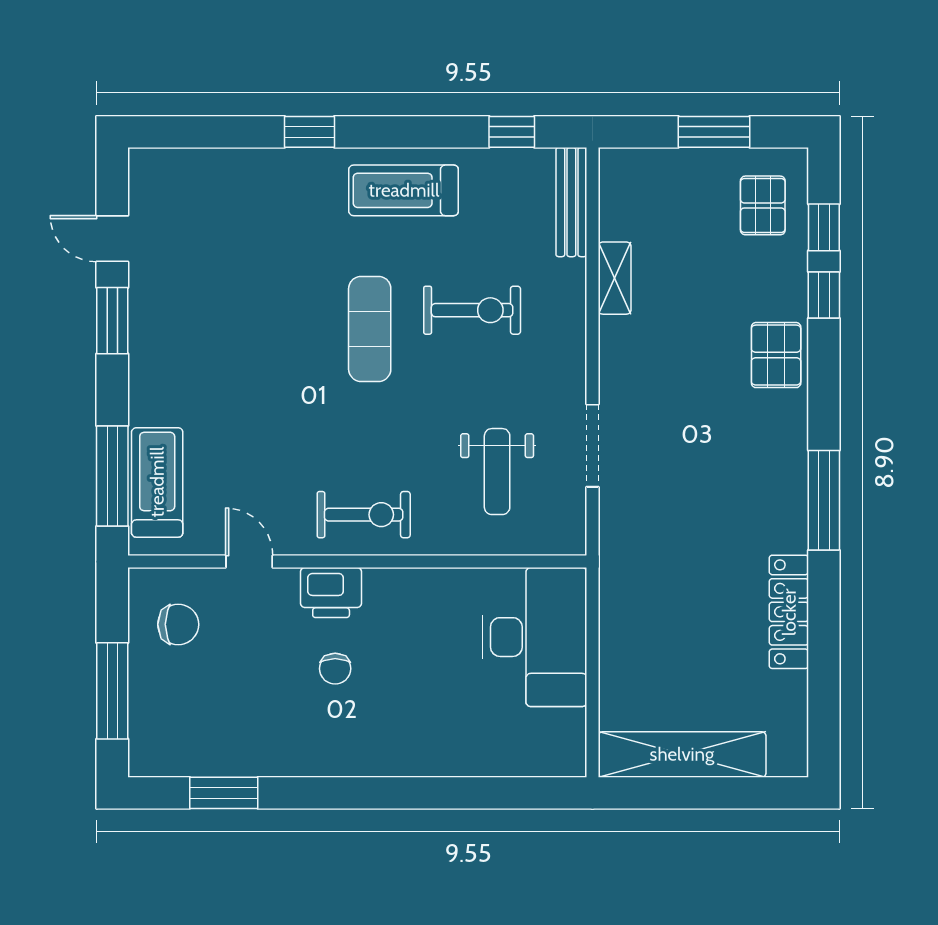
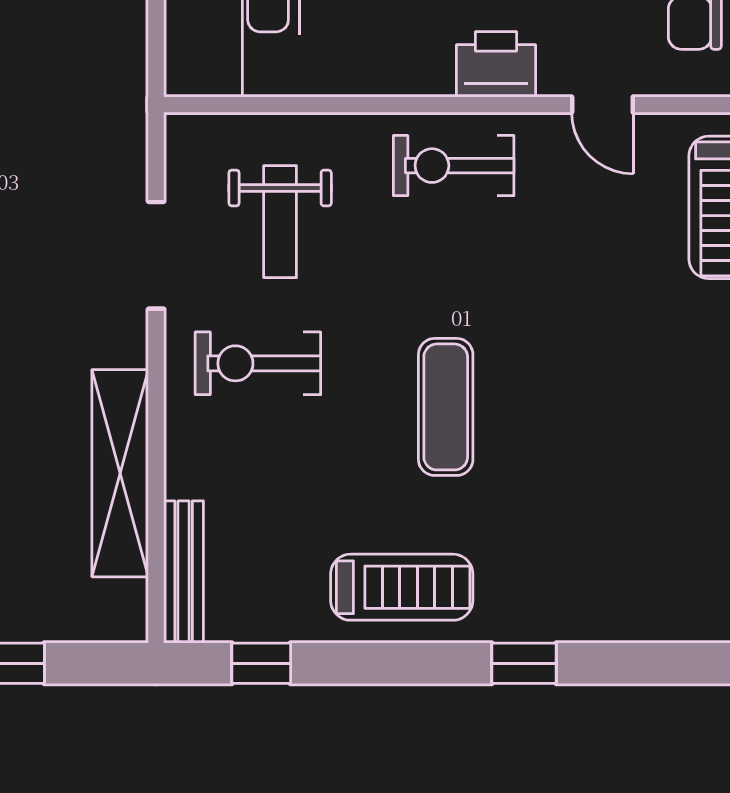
shelving: (615, 278) -> (120, 473), width x2.20, depth x1.33
exercise bike: (472, 310) -> (258, 363), moved
weight bench: (497, 472) -> (280, 222), turned 180

